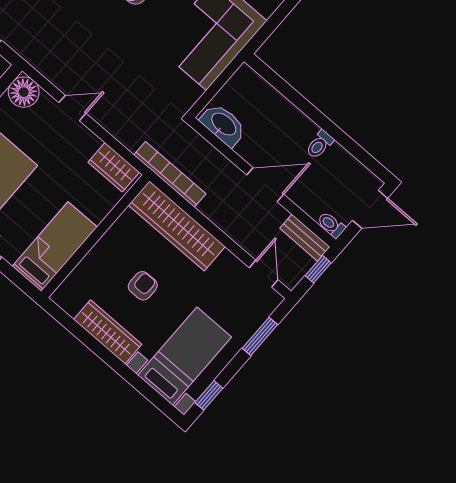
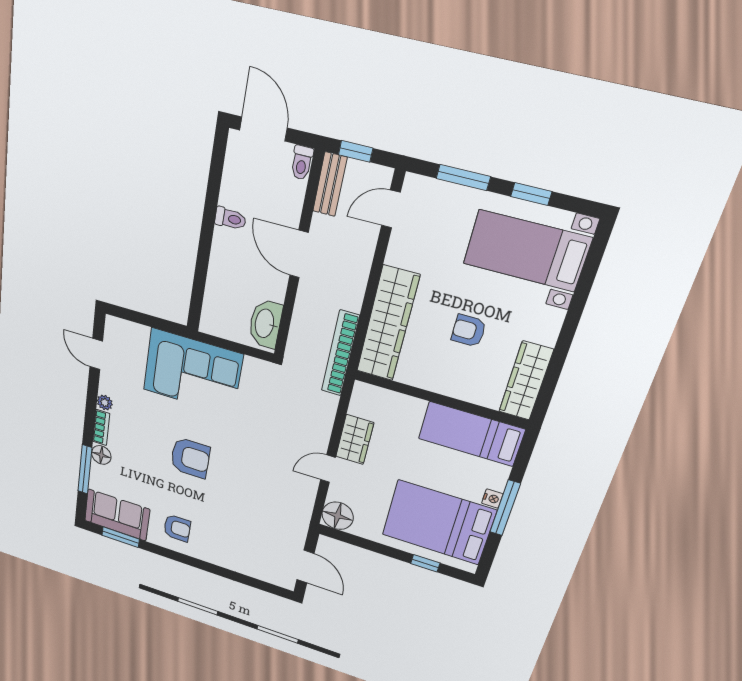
door: (72, 108) -> (328, 469), hinge flipped
wardrobe: (114, 167) -> (355, 440), moved
wardrobe: (108, 332) -> (526, 381), moved
window: (209, 395) -> (531, 194), moved

